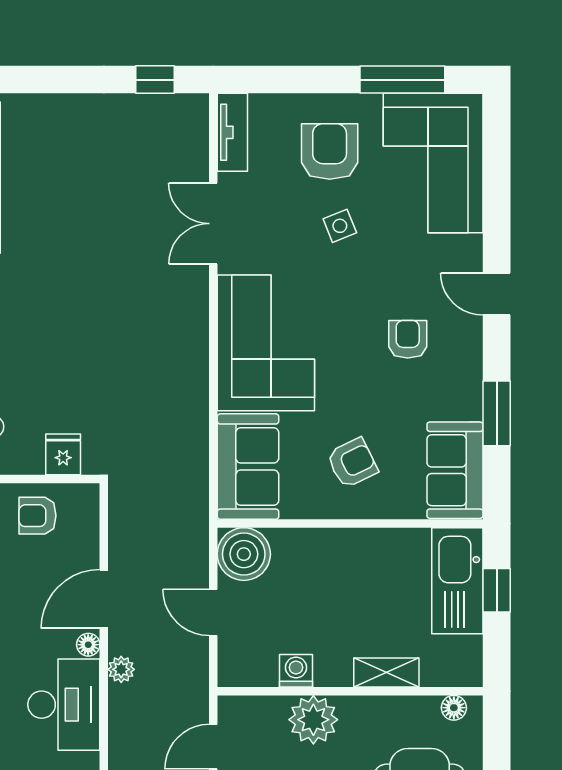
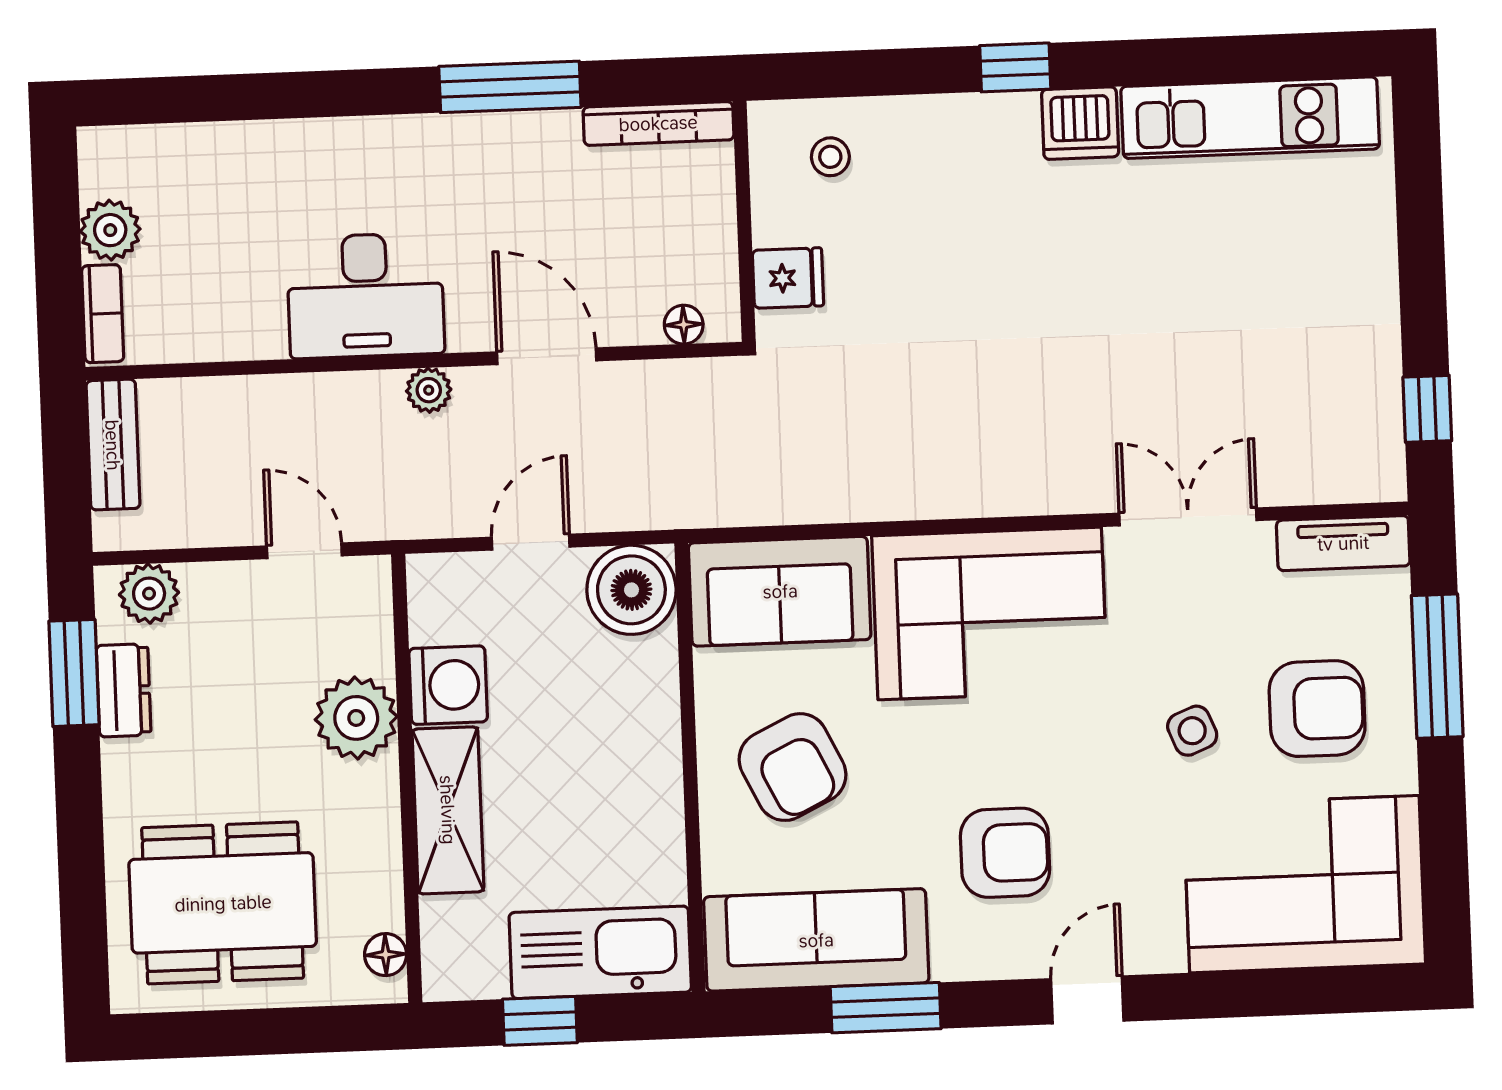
window: (402, 80) -> (1437, 666), moved
armchair: (408, 339) -> (1005, 853), width x1.38, depth x1.38
armchair: (352, 463) -> (793, 767), width x1.38, depth x1.38
sofa: (455, 470) -> (816, 940), width x1.36
armchair: (37, 516) -> (683, 239), removed
window: (497, 590) -> (540, 1021), moved
floor lamp: (88, 645) -> (684, 325), moved
washing machine: (296, 671) -> (448, 685), width x1.38, depth x1.38
shelving: (386, 672) -> (448, 810), width x1.50, depth x1.33

